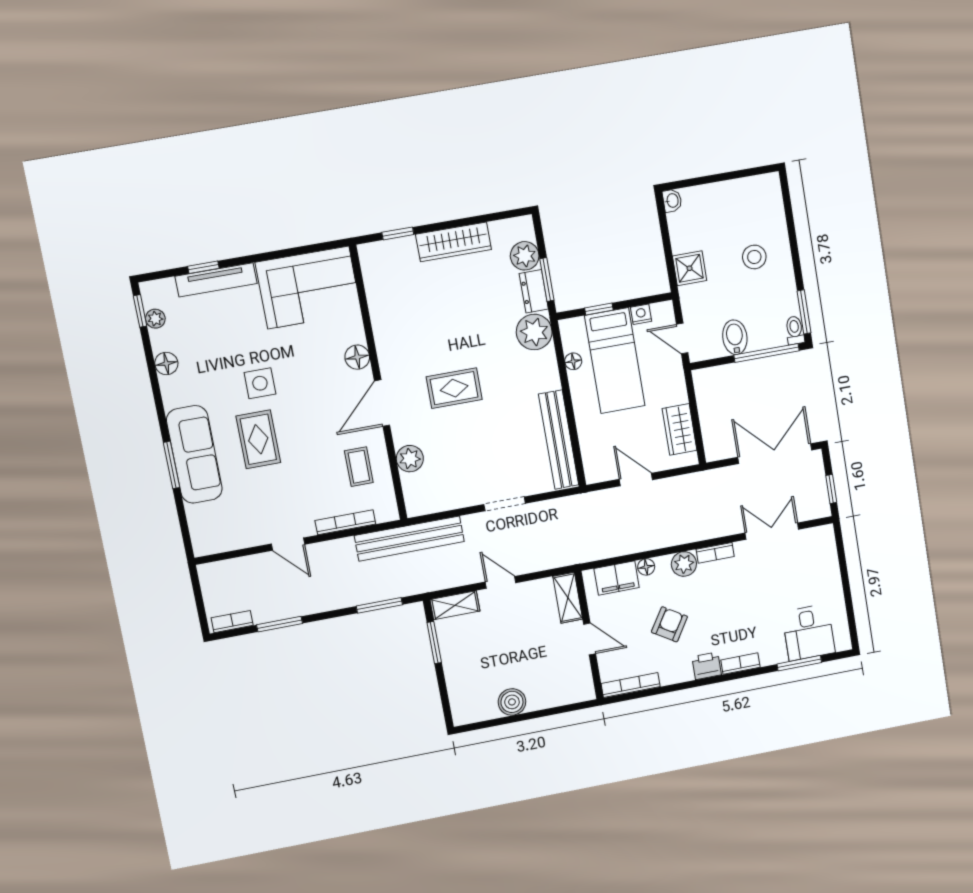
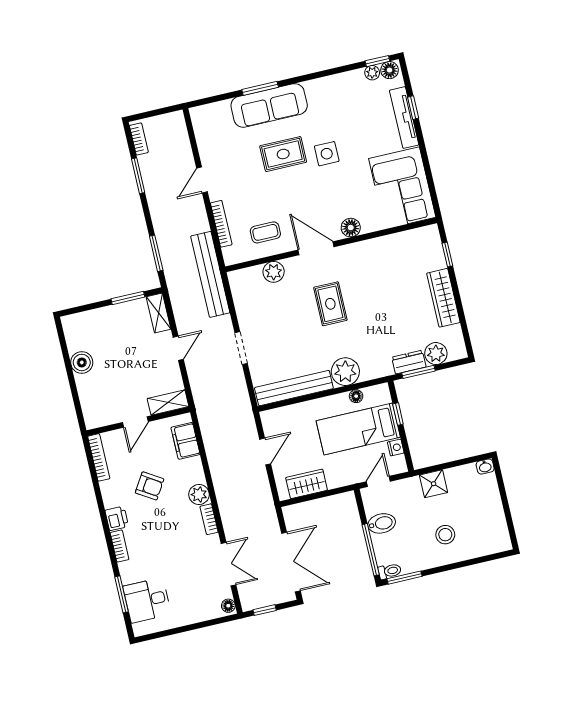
plant: (534, 332) -> (345, 372), moved
floor lamp: (166, 363) -> (390, 70), moved
floor lamp: (646, 567) -> (228, 606), moved

